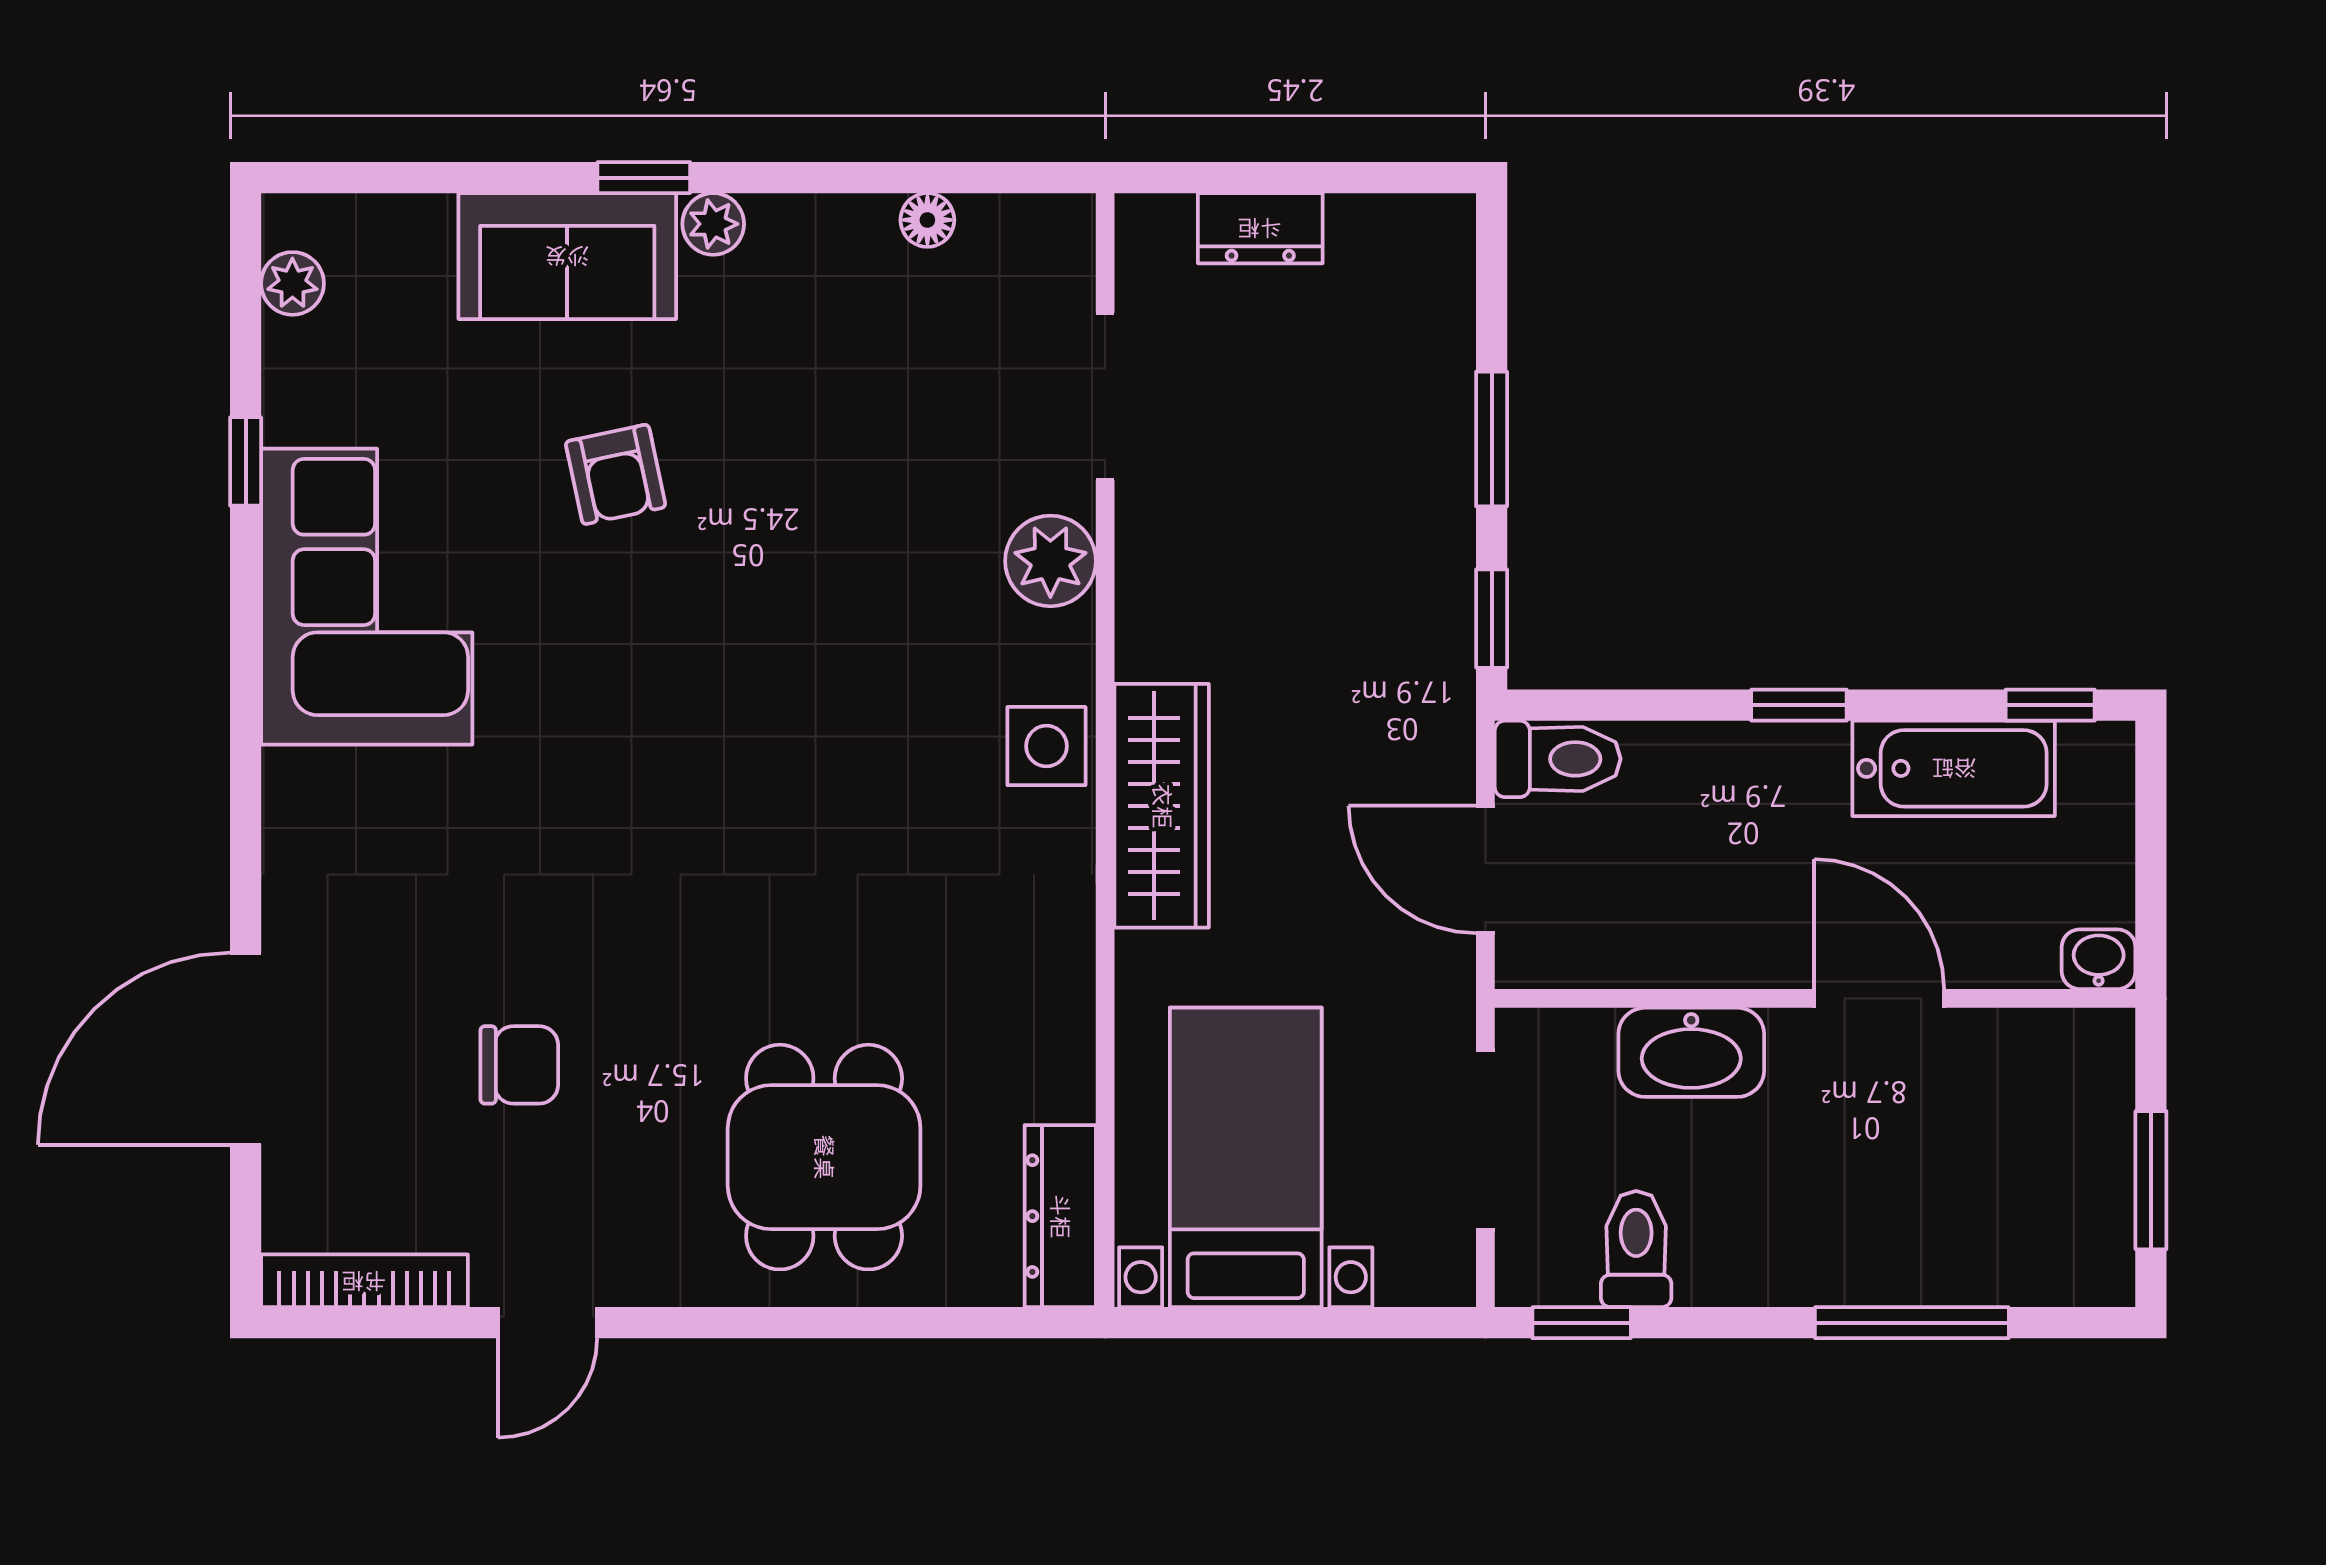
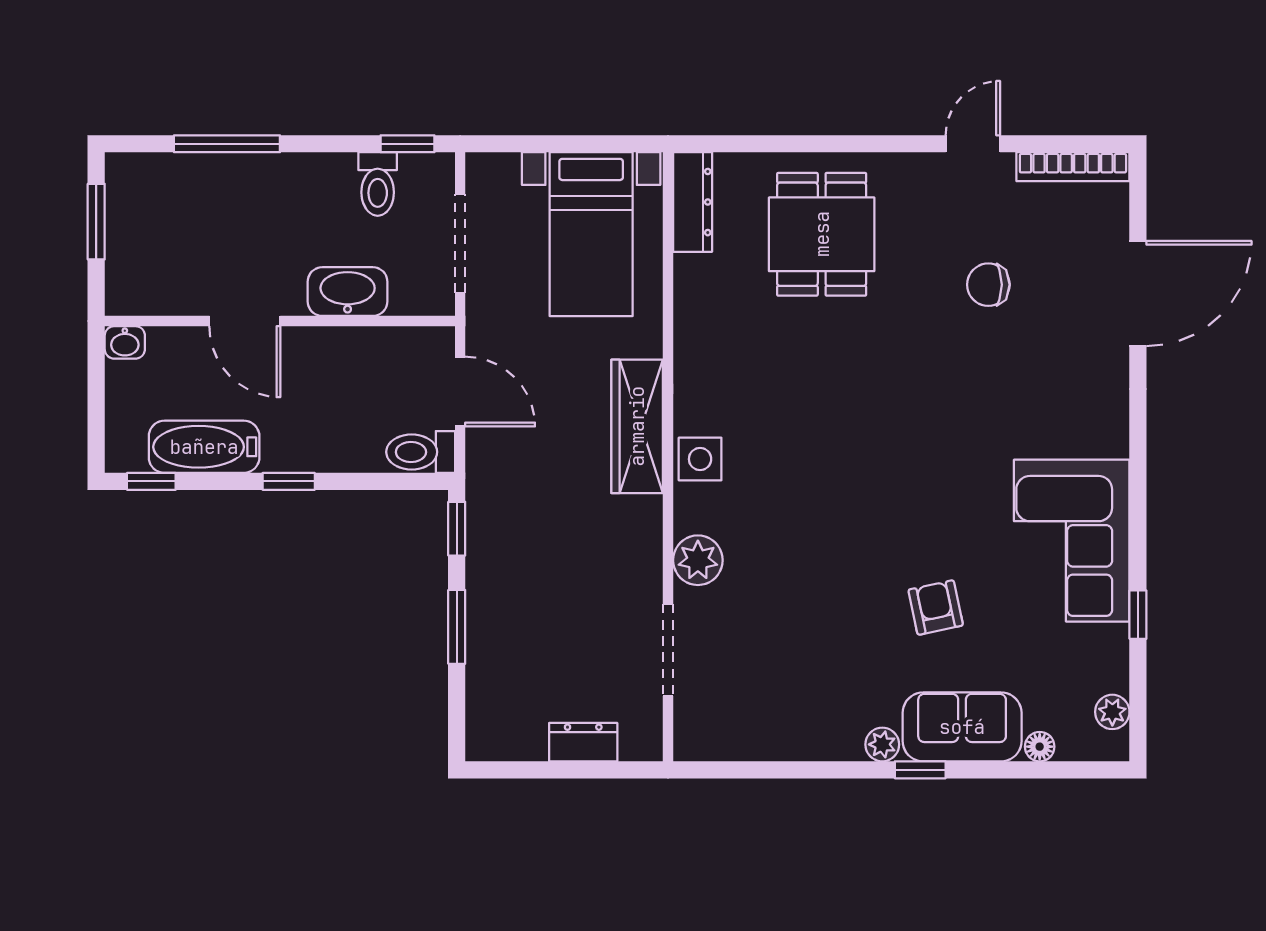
floor lamp: (927, 220) -> (1040, 747), moved

